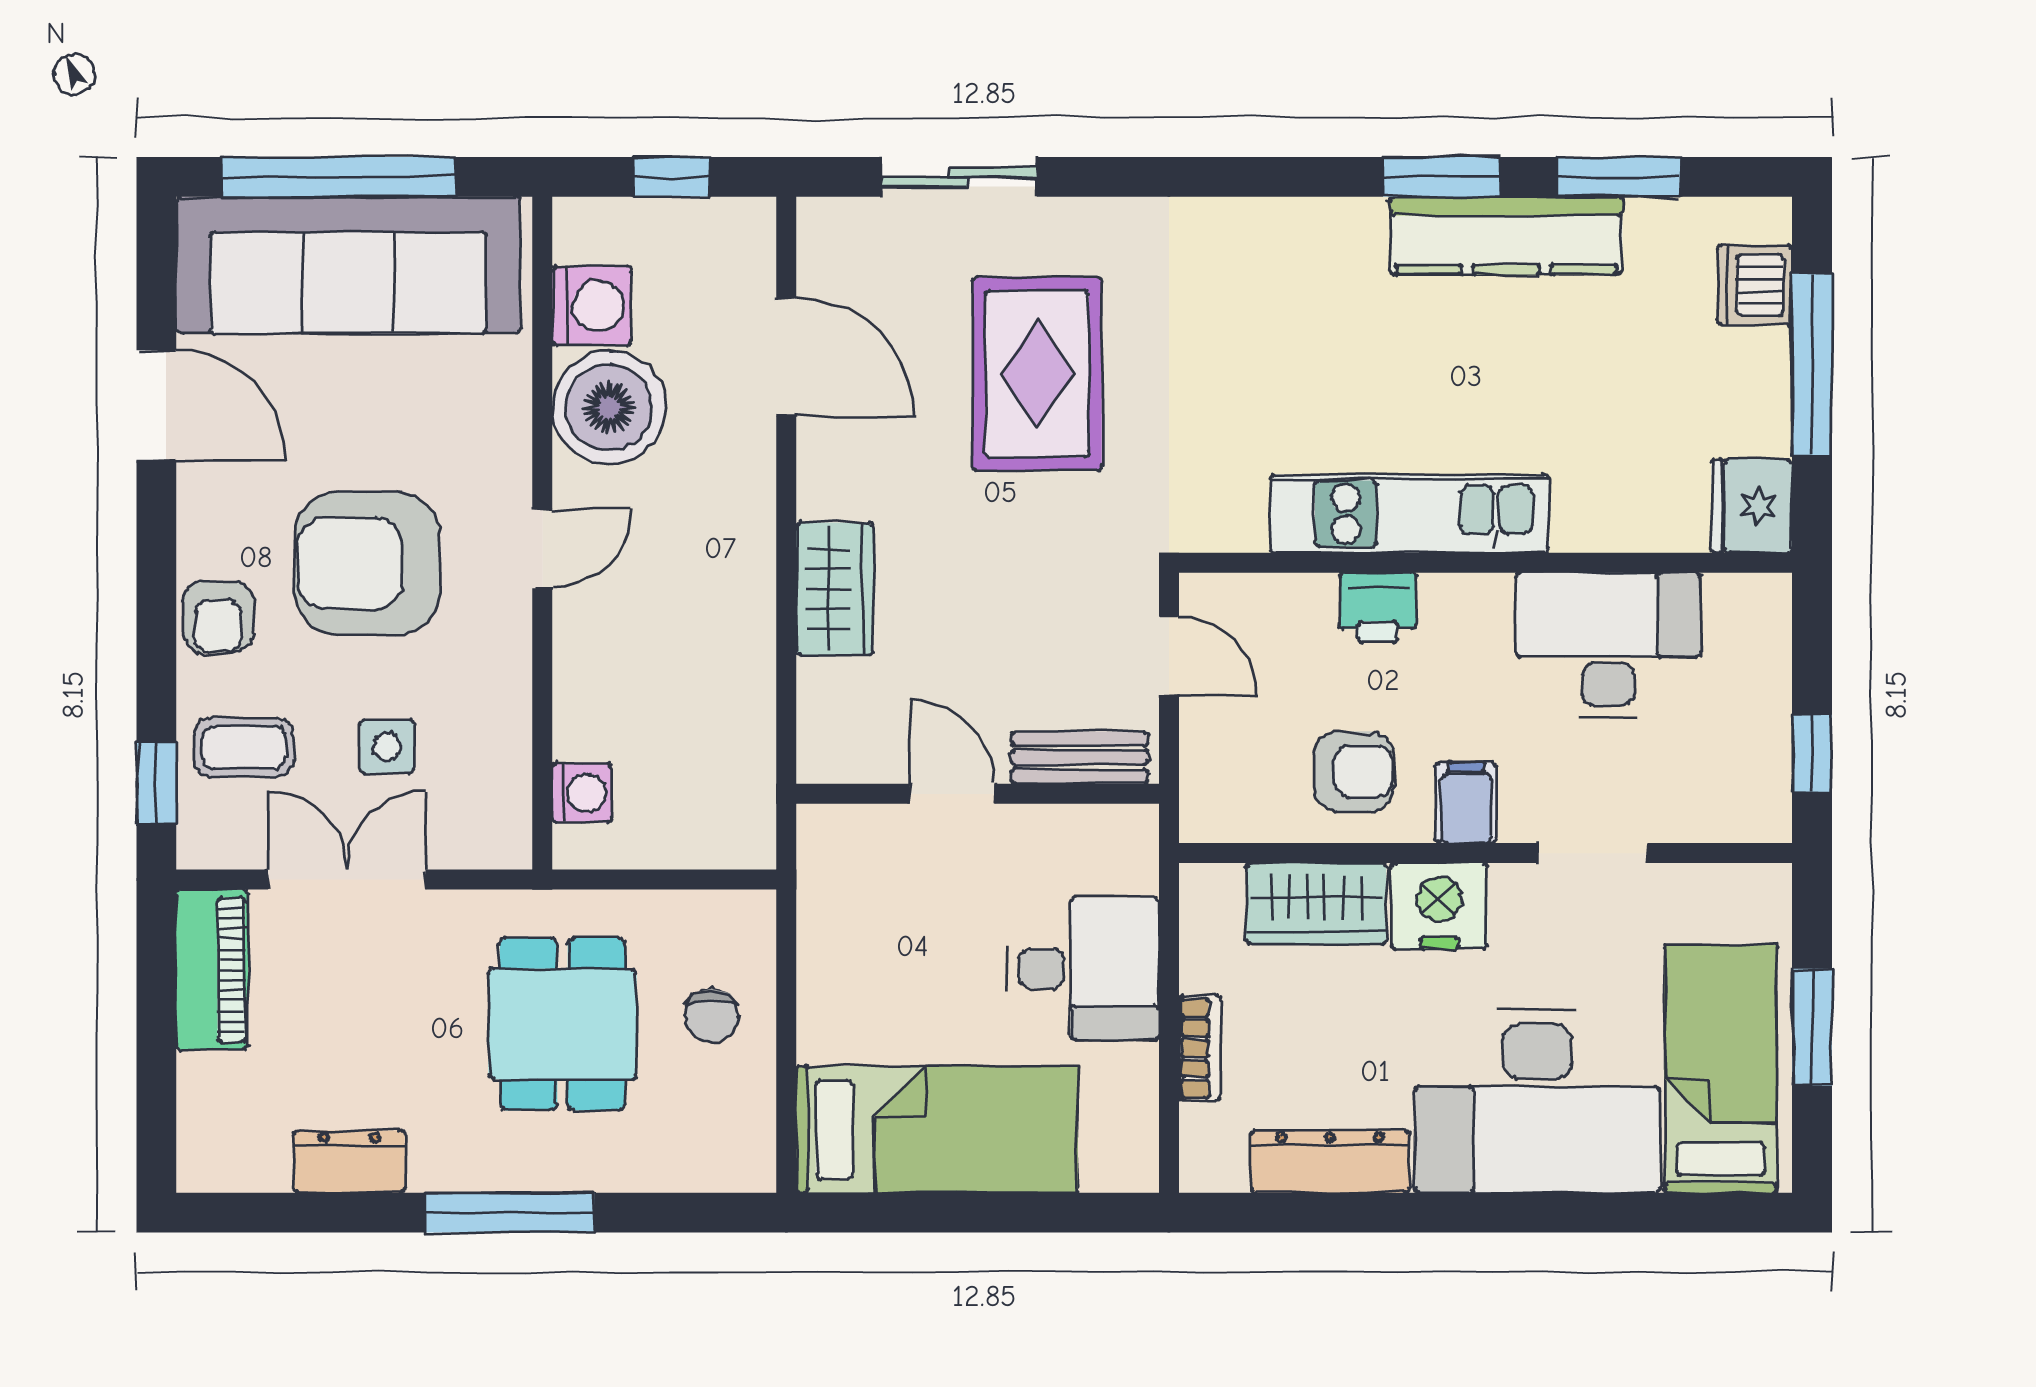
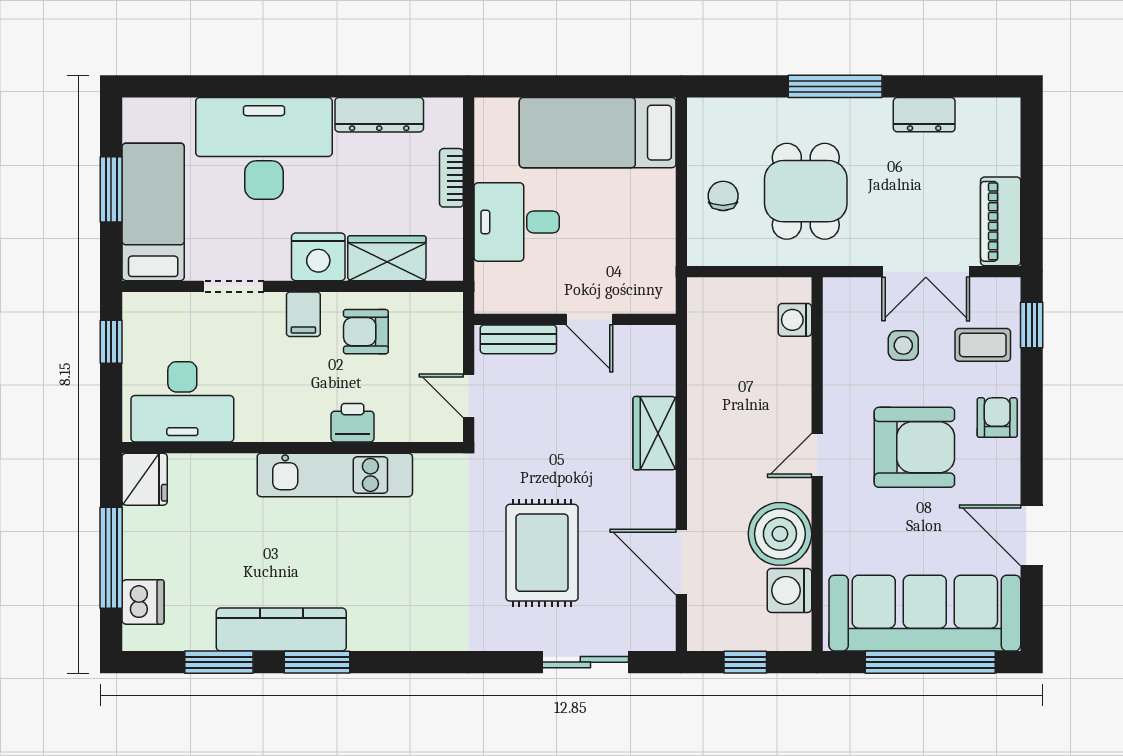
desk: (1608, 645) -> (182, 402), moved
bed: (1721, 1069) -> (153, 212), moved, turned 180

